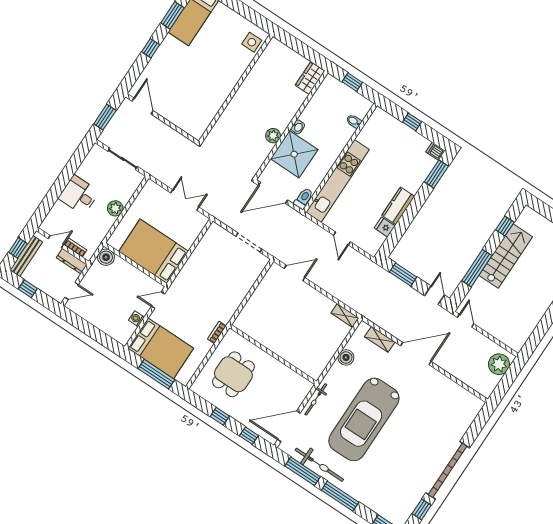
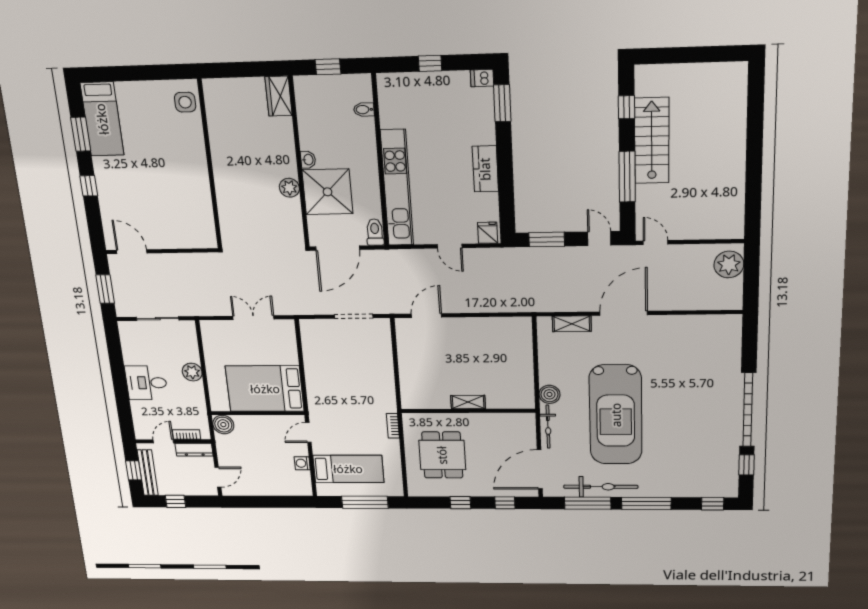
fridge: (385, 227) -> (488, 233), moved, turned 90
shelving: (345, 316) -> (468, 402), moved
bed: (161, 348) -> (348, 469), width x0.67
boiler: (346, 357) -> (549, 394), moved

